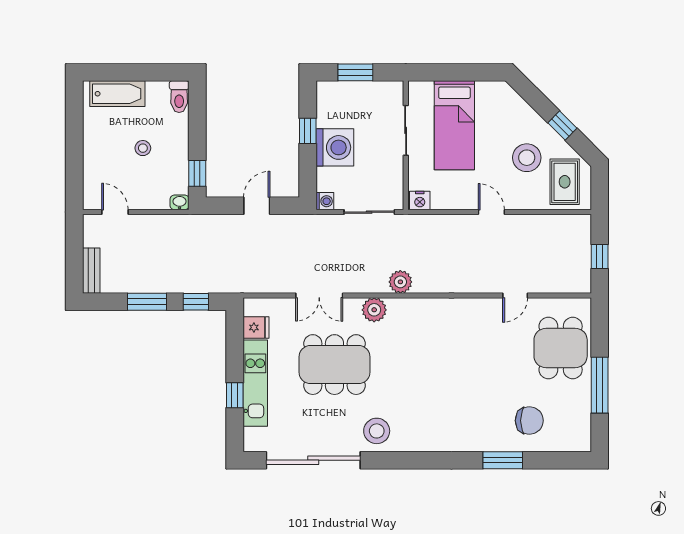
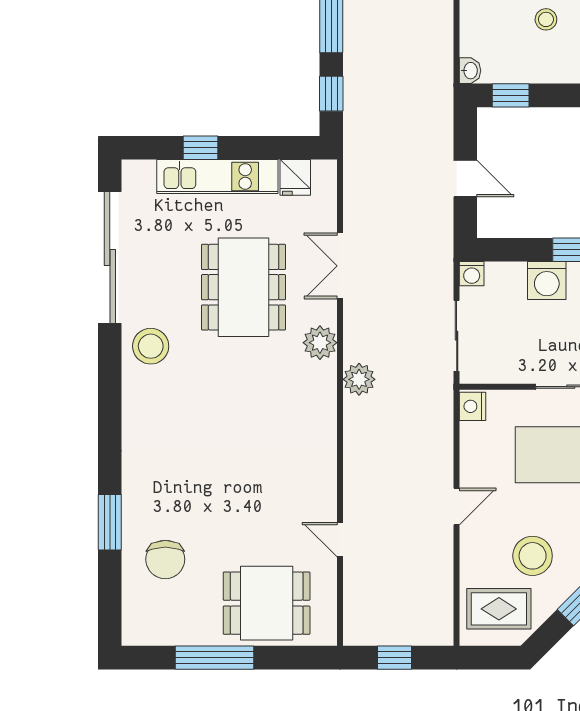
washing machine: (335, 147) -> (547, 281), width x0.73, depth x0.73

